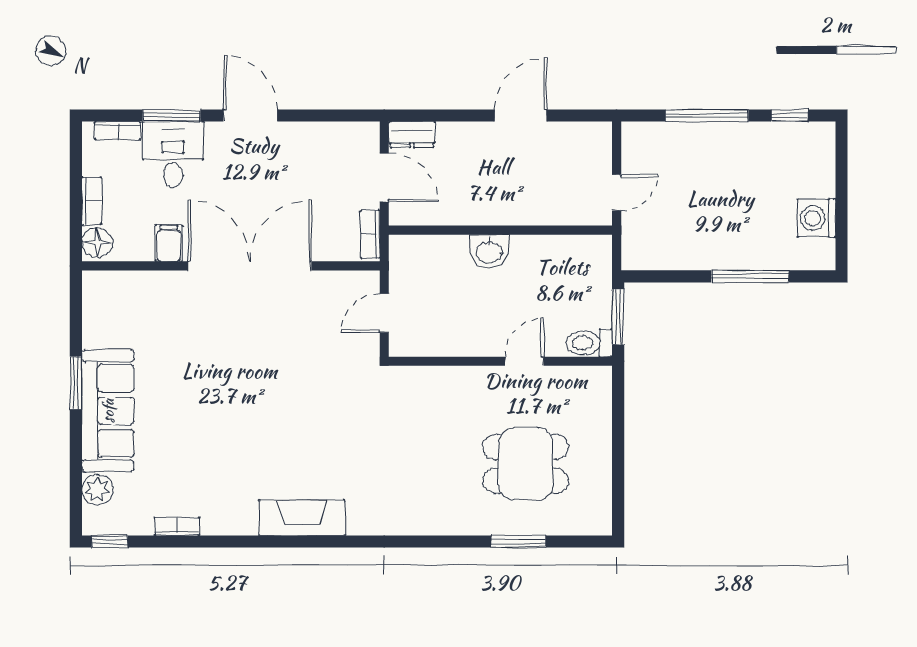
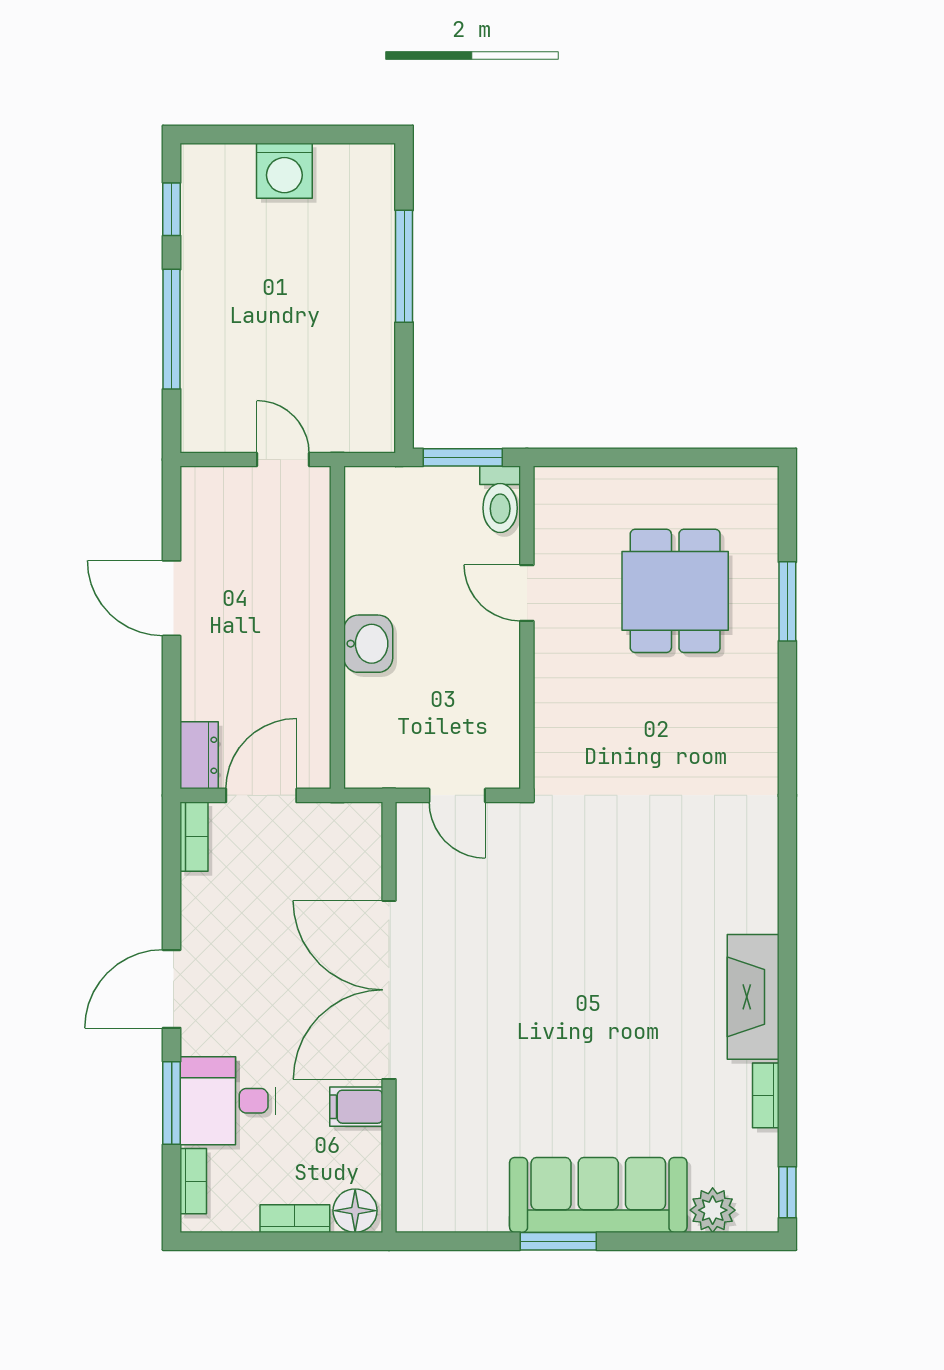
washing machine: (816, 218) -> (284, 171), moved
bookcase: (370, 234) -> (194, 837), moved, turned -90
fireplace: (302, 518) -> (753, 997), moved

